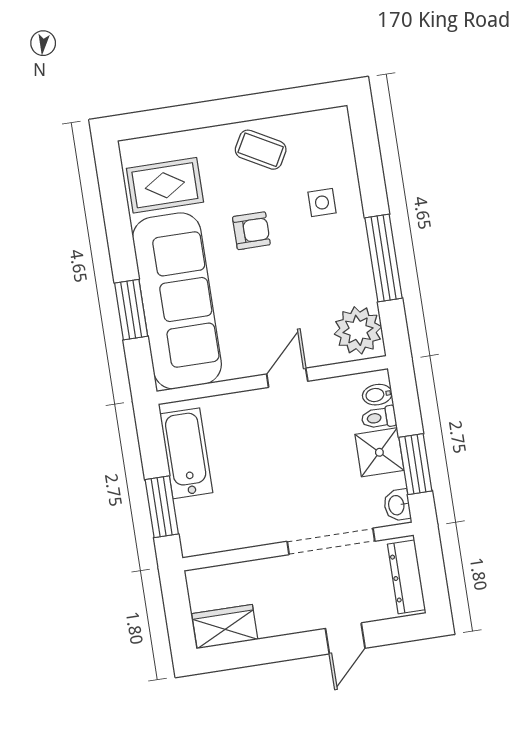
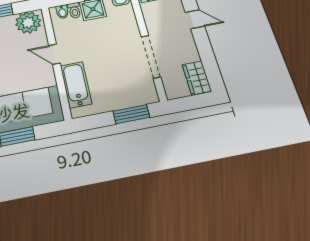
bathtub: (186, 453) -> (76, 85), moved, turned 90
doorway: (331, 541) -> (151, 57), moved

